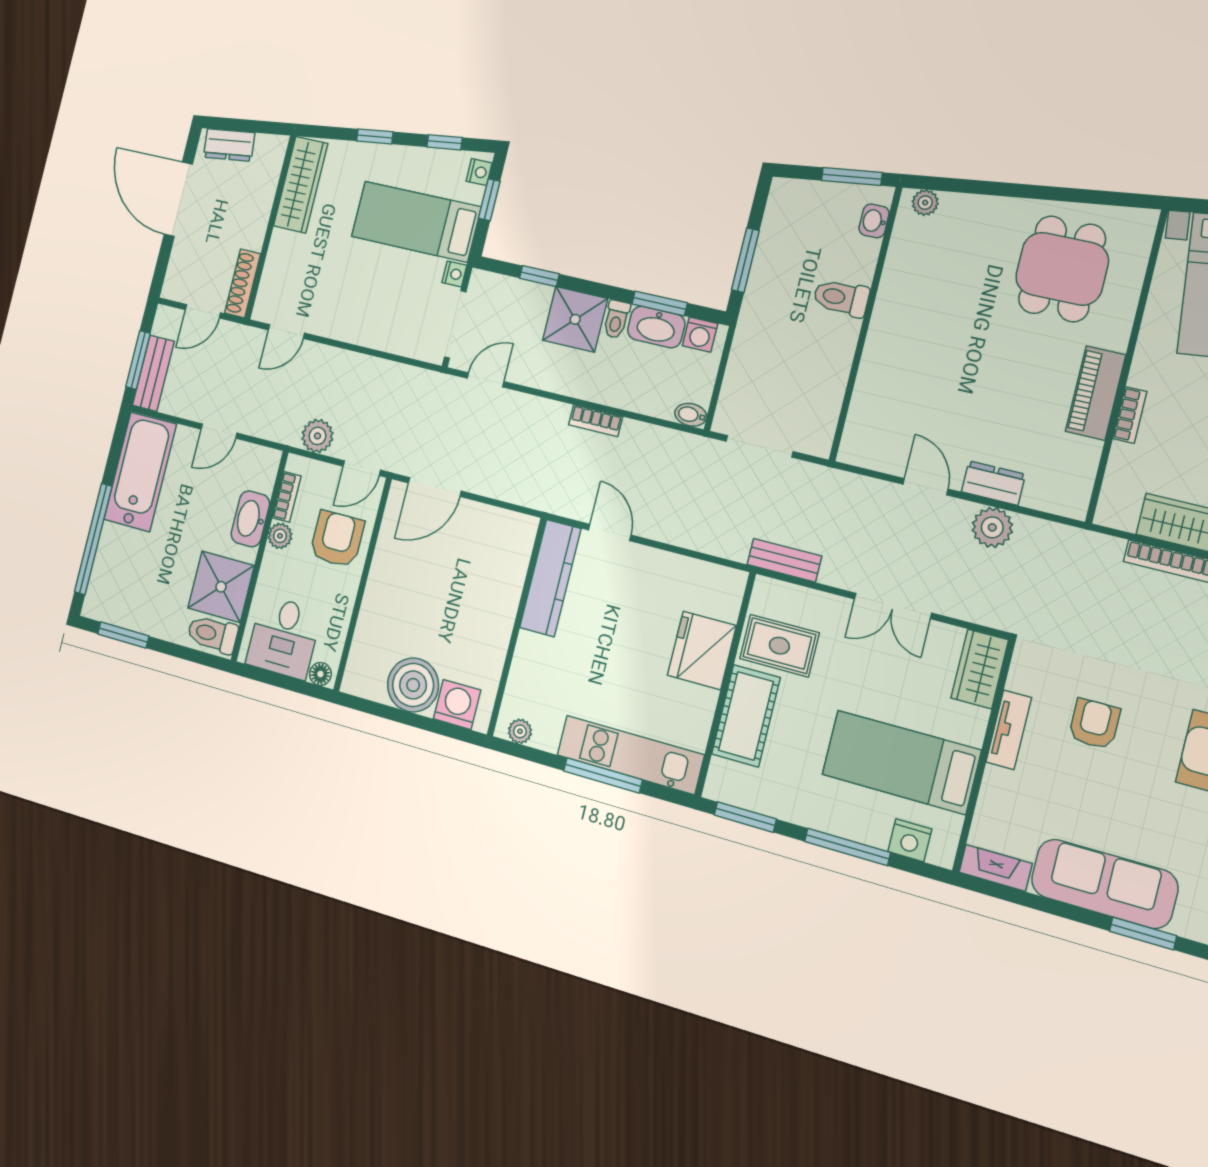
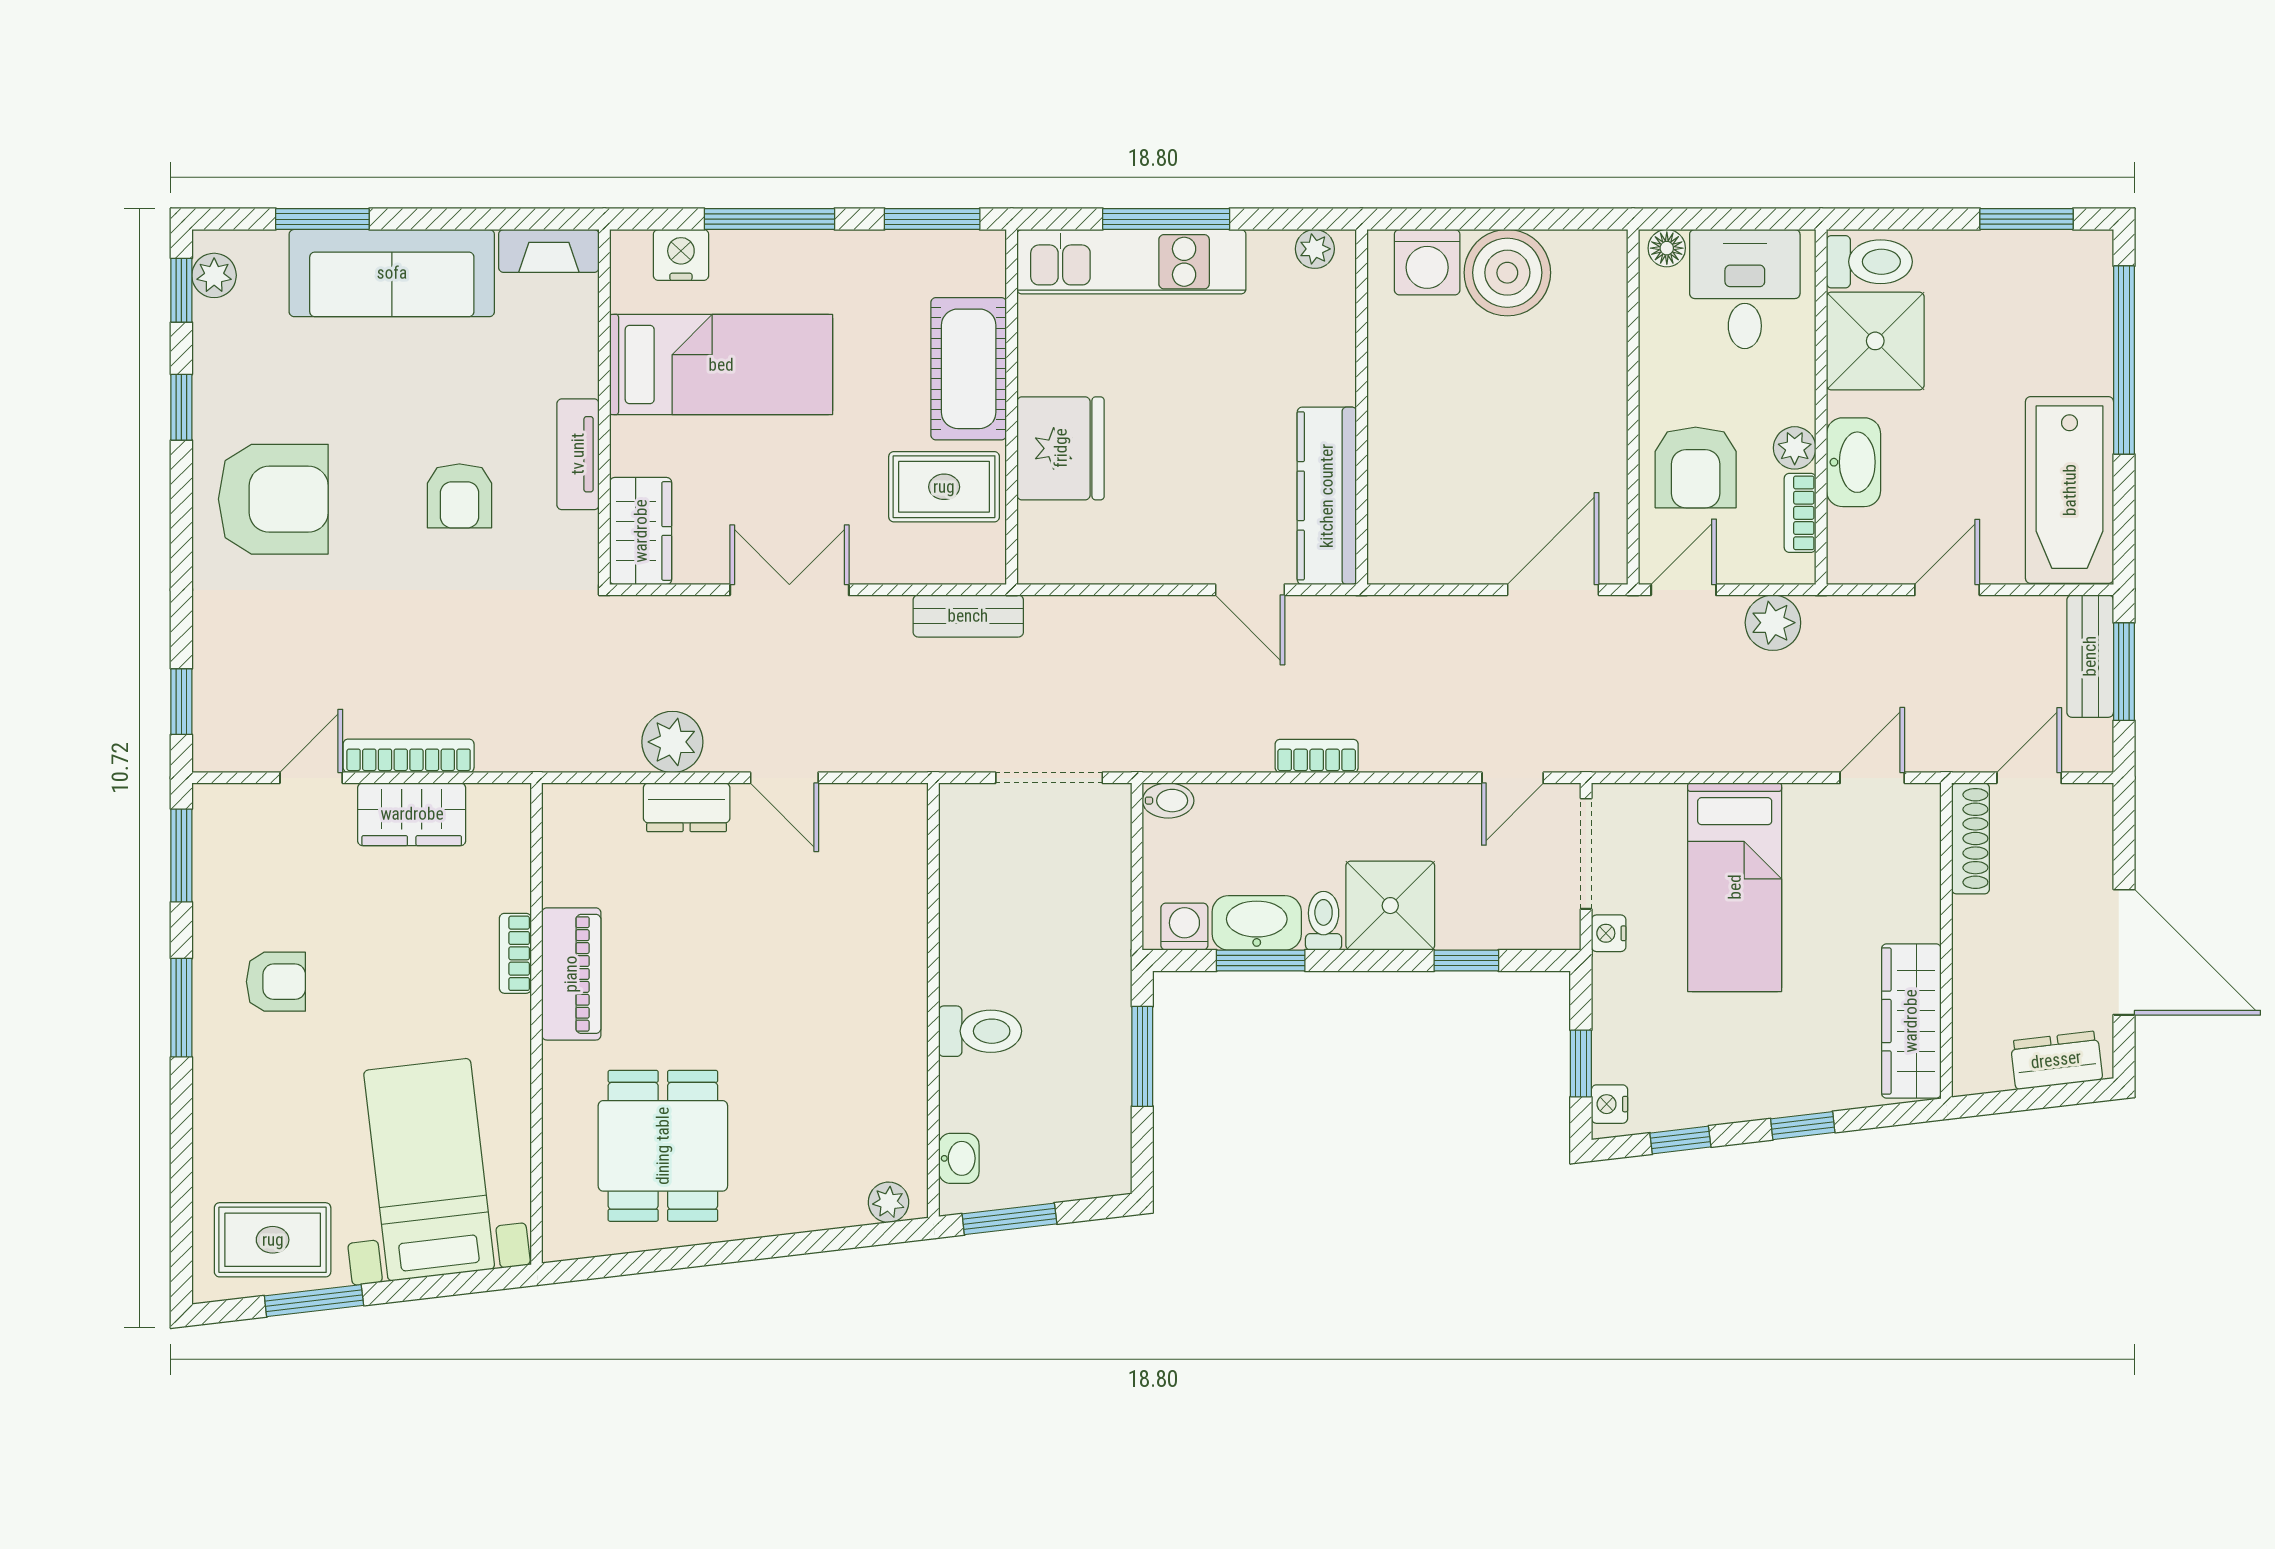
bed: (416, 222) -> (1735, 887), moved, turned 90

